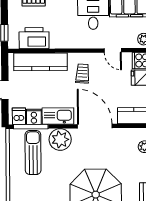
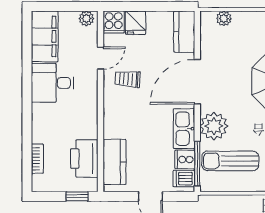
kitchen counter: (40, 62) -> (115, 162), width x0.67
trolley: (83, 74) -> (128, 79), moved

